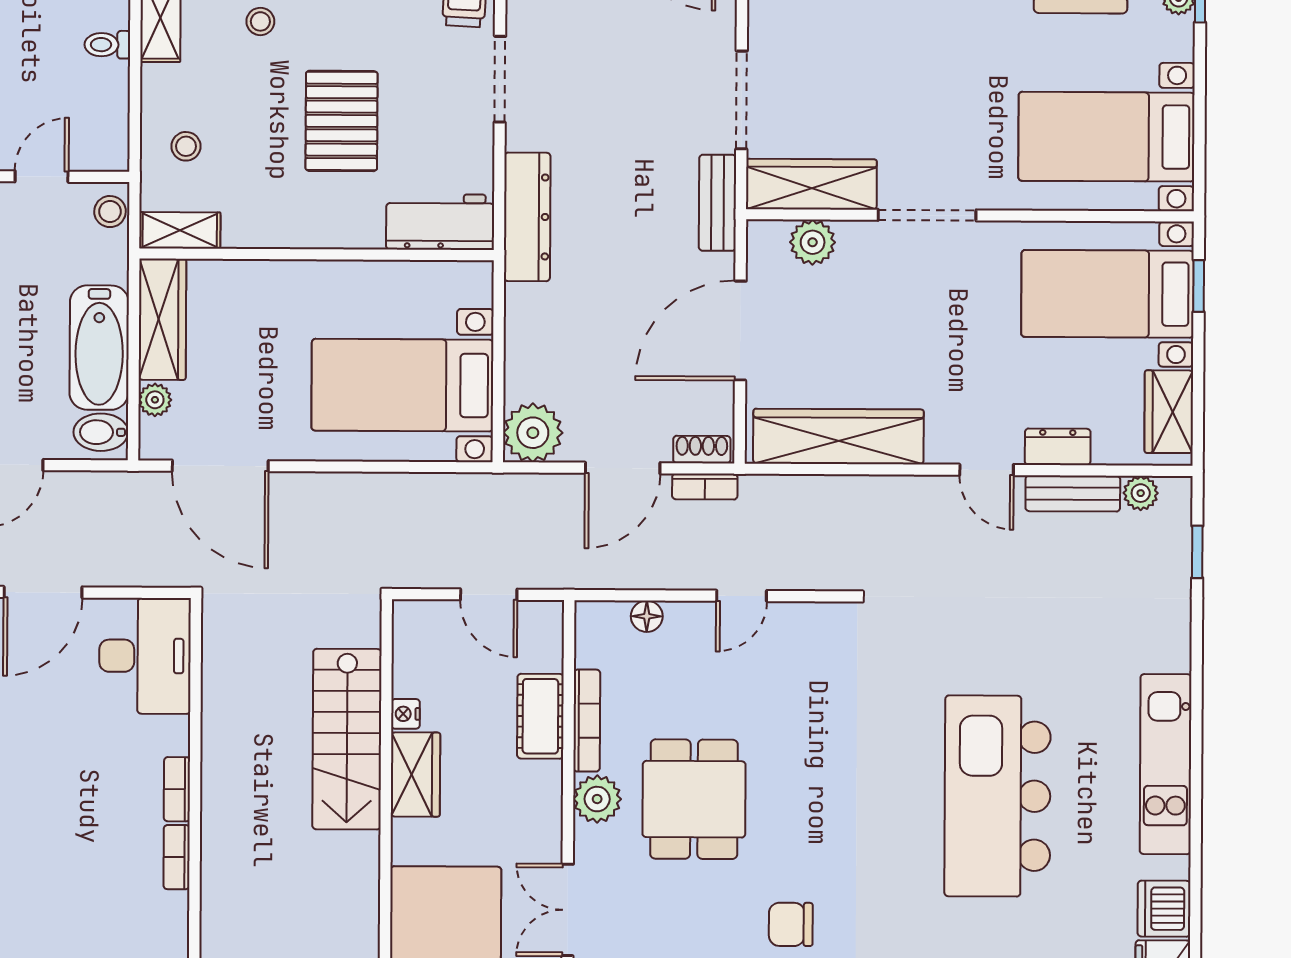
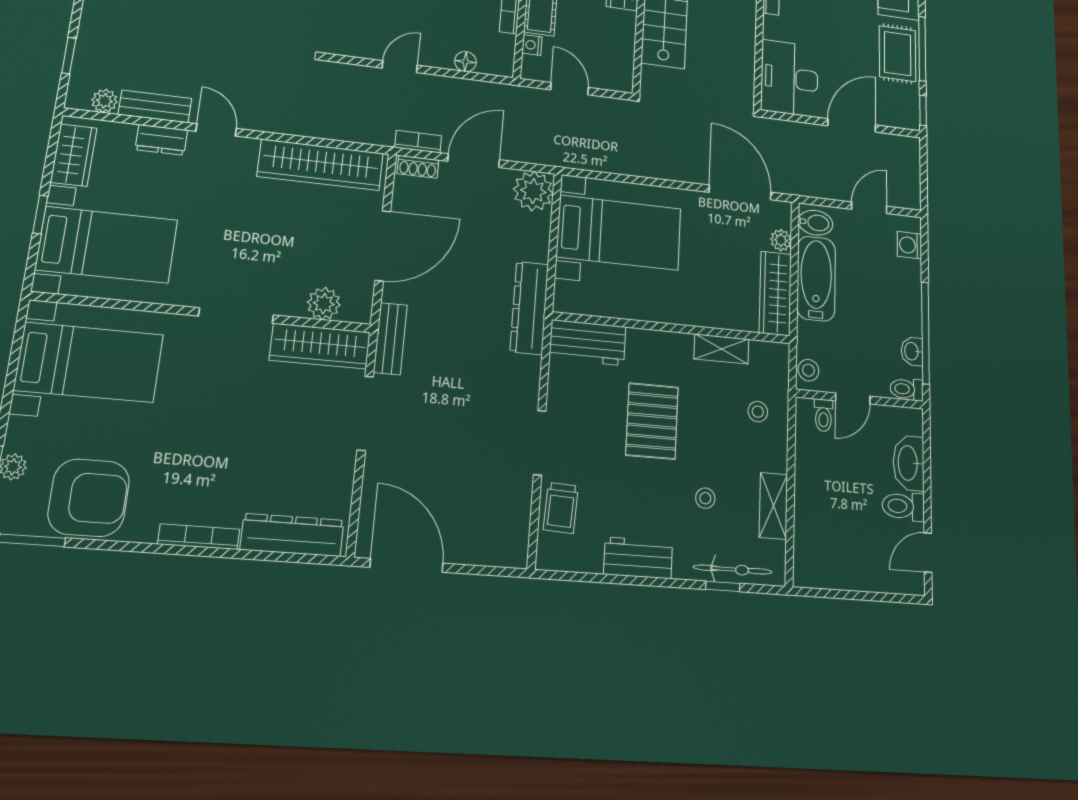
toilet: (107, 45) -> (823, 415), moved, turned 90
dresser: (527, 217) -> (529, 308), moved
shelving: (180, 230) -> (721, 349), moved
window: (1199, 286) -> (40, 214), moved
nightstand: (405, 714) -> (532, 45), moved, turned 180

